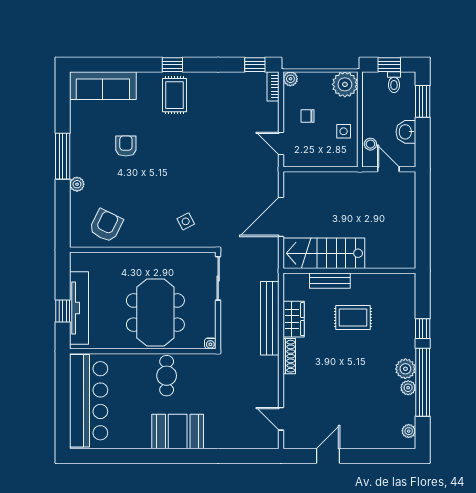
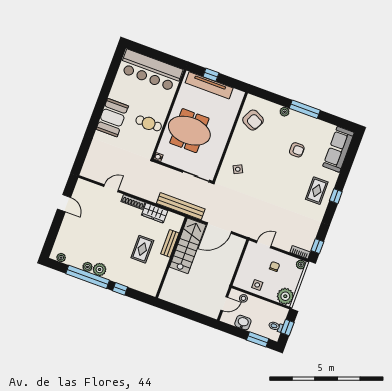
rug: (175, 95) -> (317, 191), turned 90
door: (281, 217) -> (219, 228), swing flipped
bench: (270, 318) -> (181, 206), moved
door: (281, 419) -> (111, 188), moved

